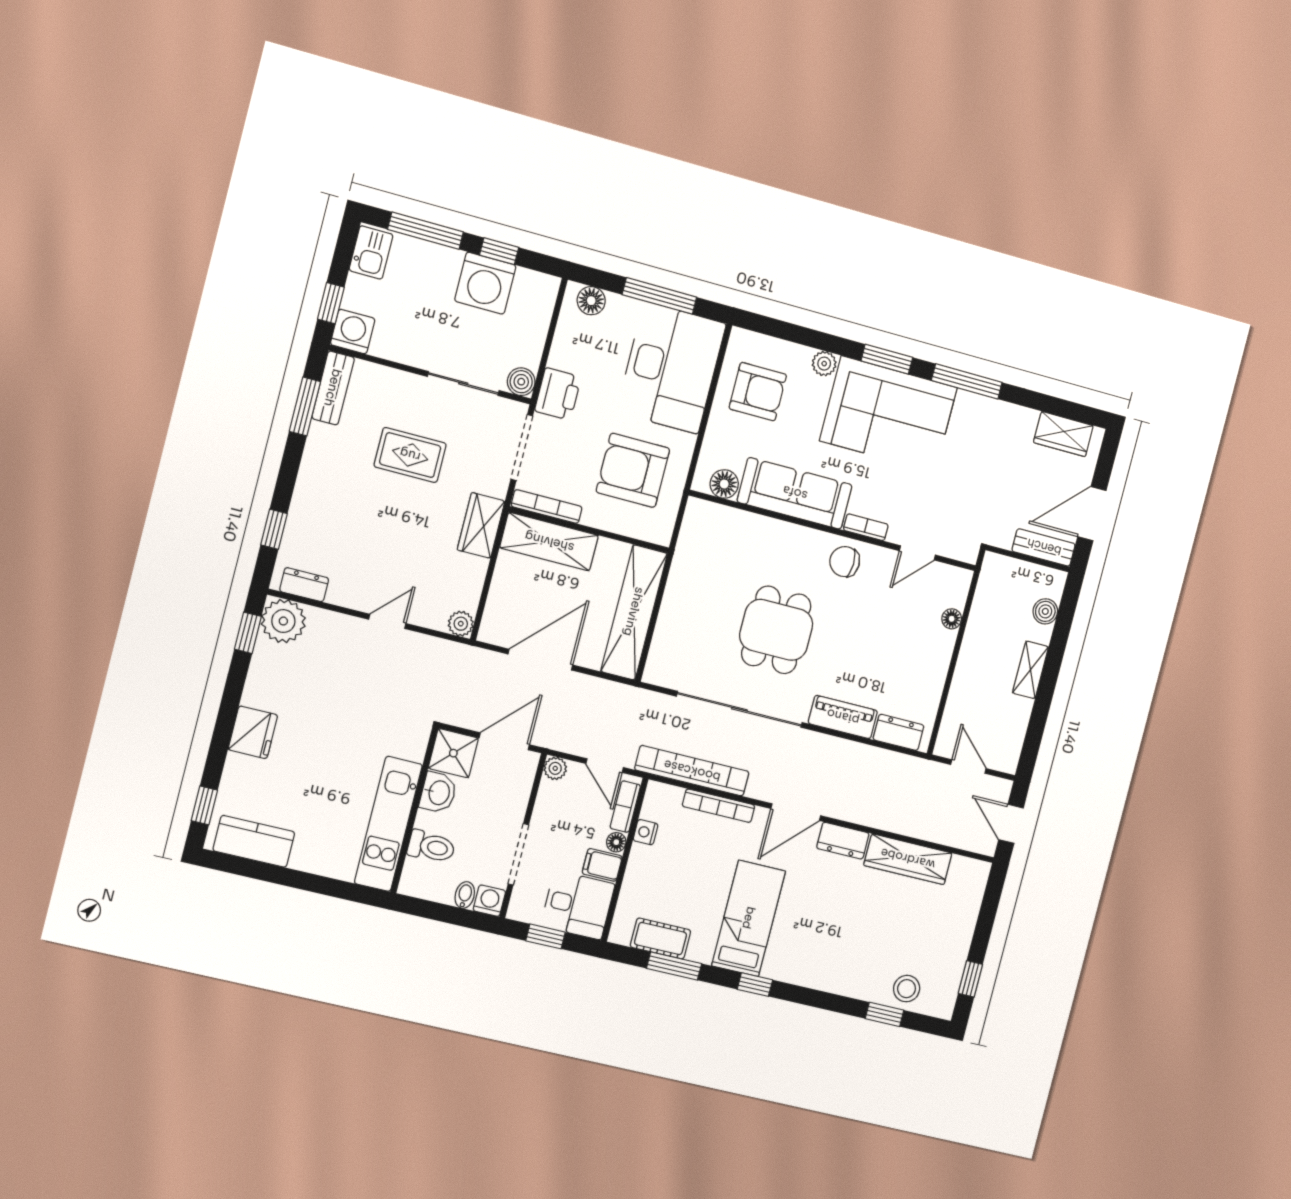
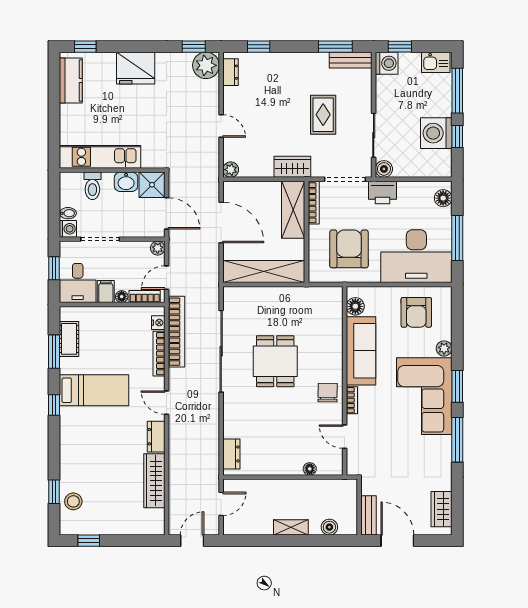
dining table: (776, 630) -> (275, 361), turned 90
piano: (843, 717) -> (232, 417), removed
fridge: (253, 732) -> (136, 68), width x1.36, depth x1.34
door: (796, 812) -> (167, 403), width x0.73
nightstand: (646, 832) -> (158, 323), moved, turned 90

